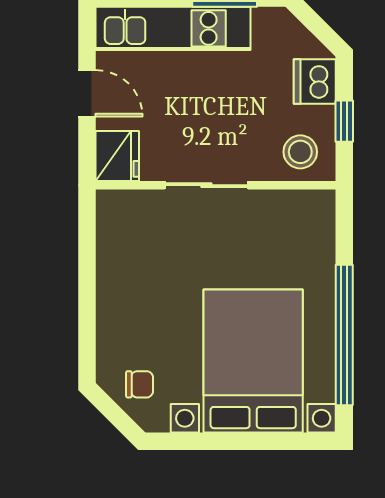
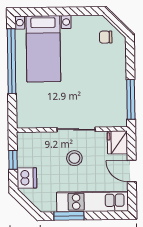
stool: (300, 152) -> (74, 158), moved
window: (87, 248) -> (131, 99), added
bed with nightstands: (253, 361) -> (43, 49), width x0.73

